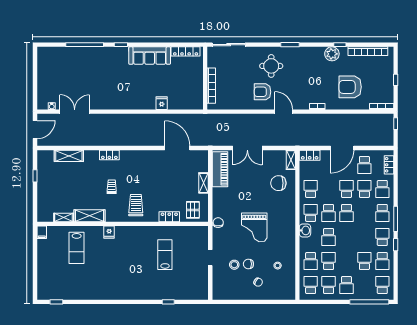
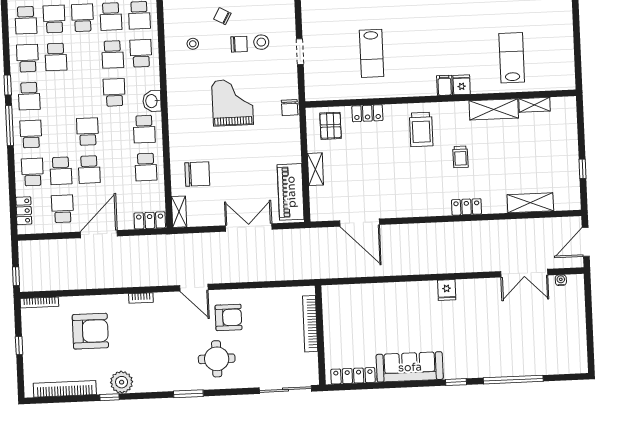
fridge: (162, 103) -> (447, 290), moved
school desk: (329, 213) -> (54, 19), moved
filing cabinet: (42, 232) -> (445, 85), moved

